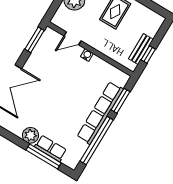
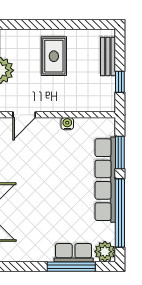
bench: (141, 49) -> (108, 56), moved
water cooler: (87, 55) -> (67, 124), moved
plant: (30, 135) -> (105, 252), moved

